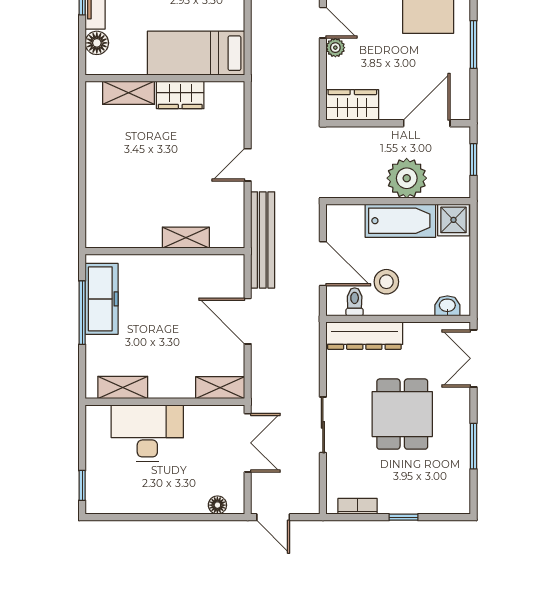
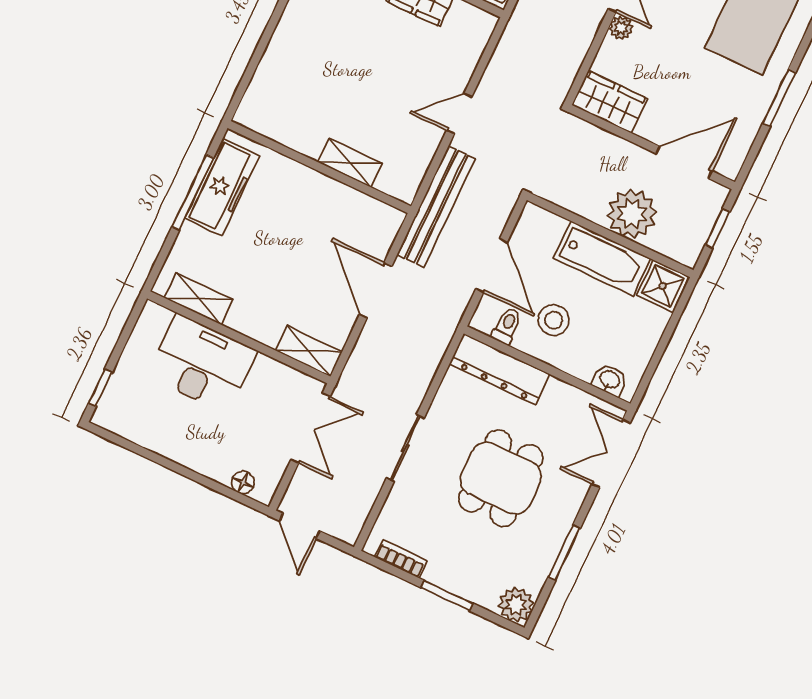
plant: (456, 500) -> (516, 605), added
window: (404, 517) -> (447, 596), width x1.50

